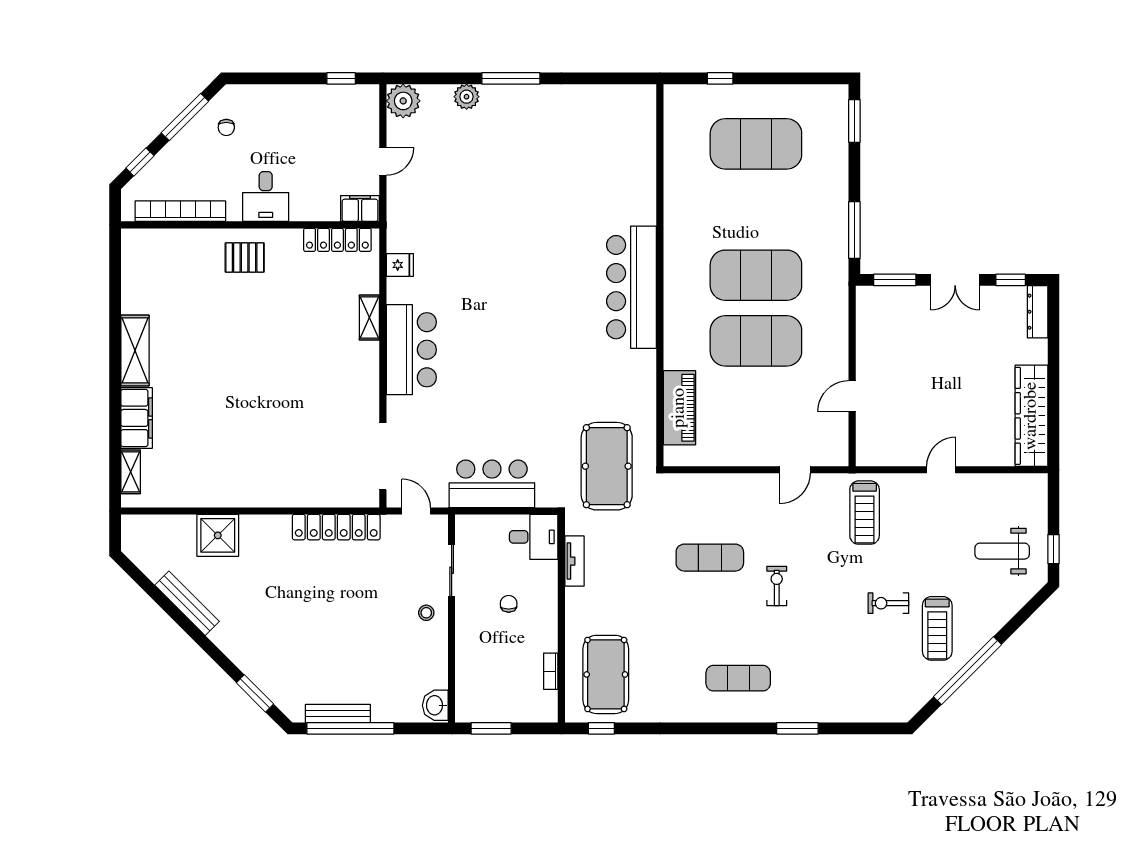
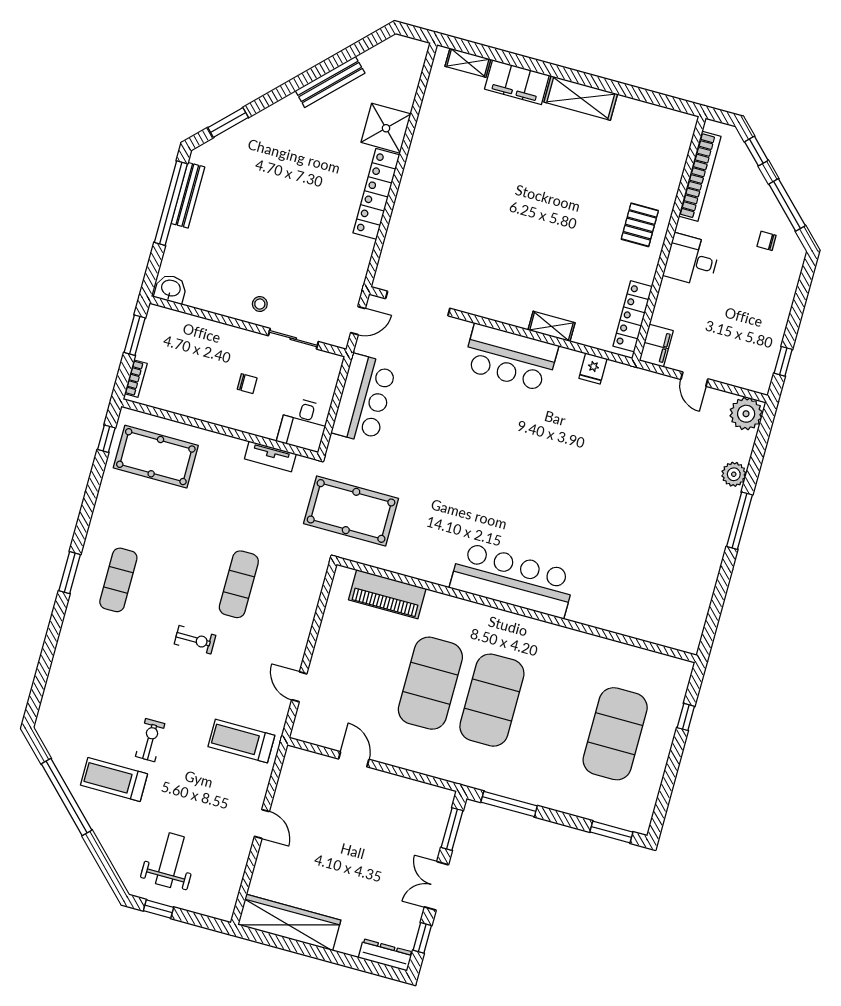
locker: (336, 527) -> (376, 194), moved
bookcase: (551, 671) -> (136, 379), moved, turned 90
window: (797, 728) -> (70, 573), moved

